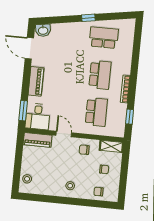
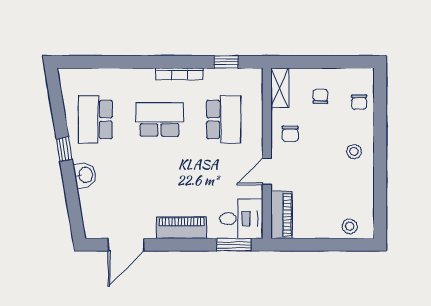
washbasin: (43, 30) -> (85, 175), moved
school desk: (96, 112) -> (224, 119), turned 90

